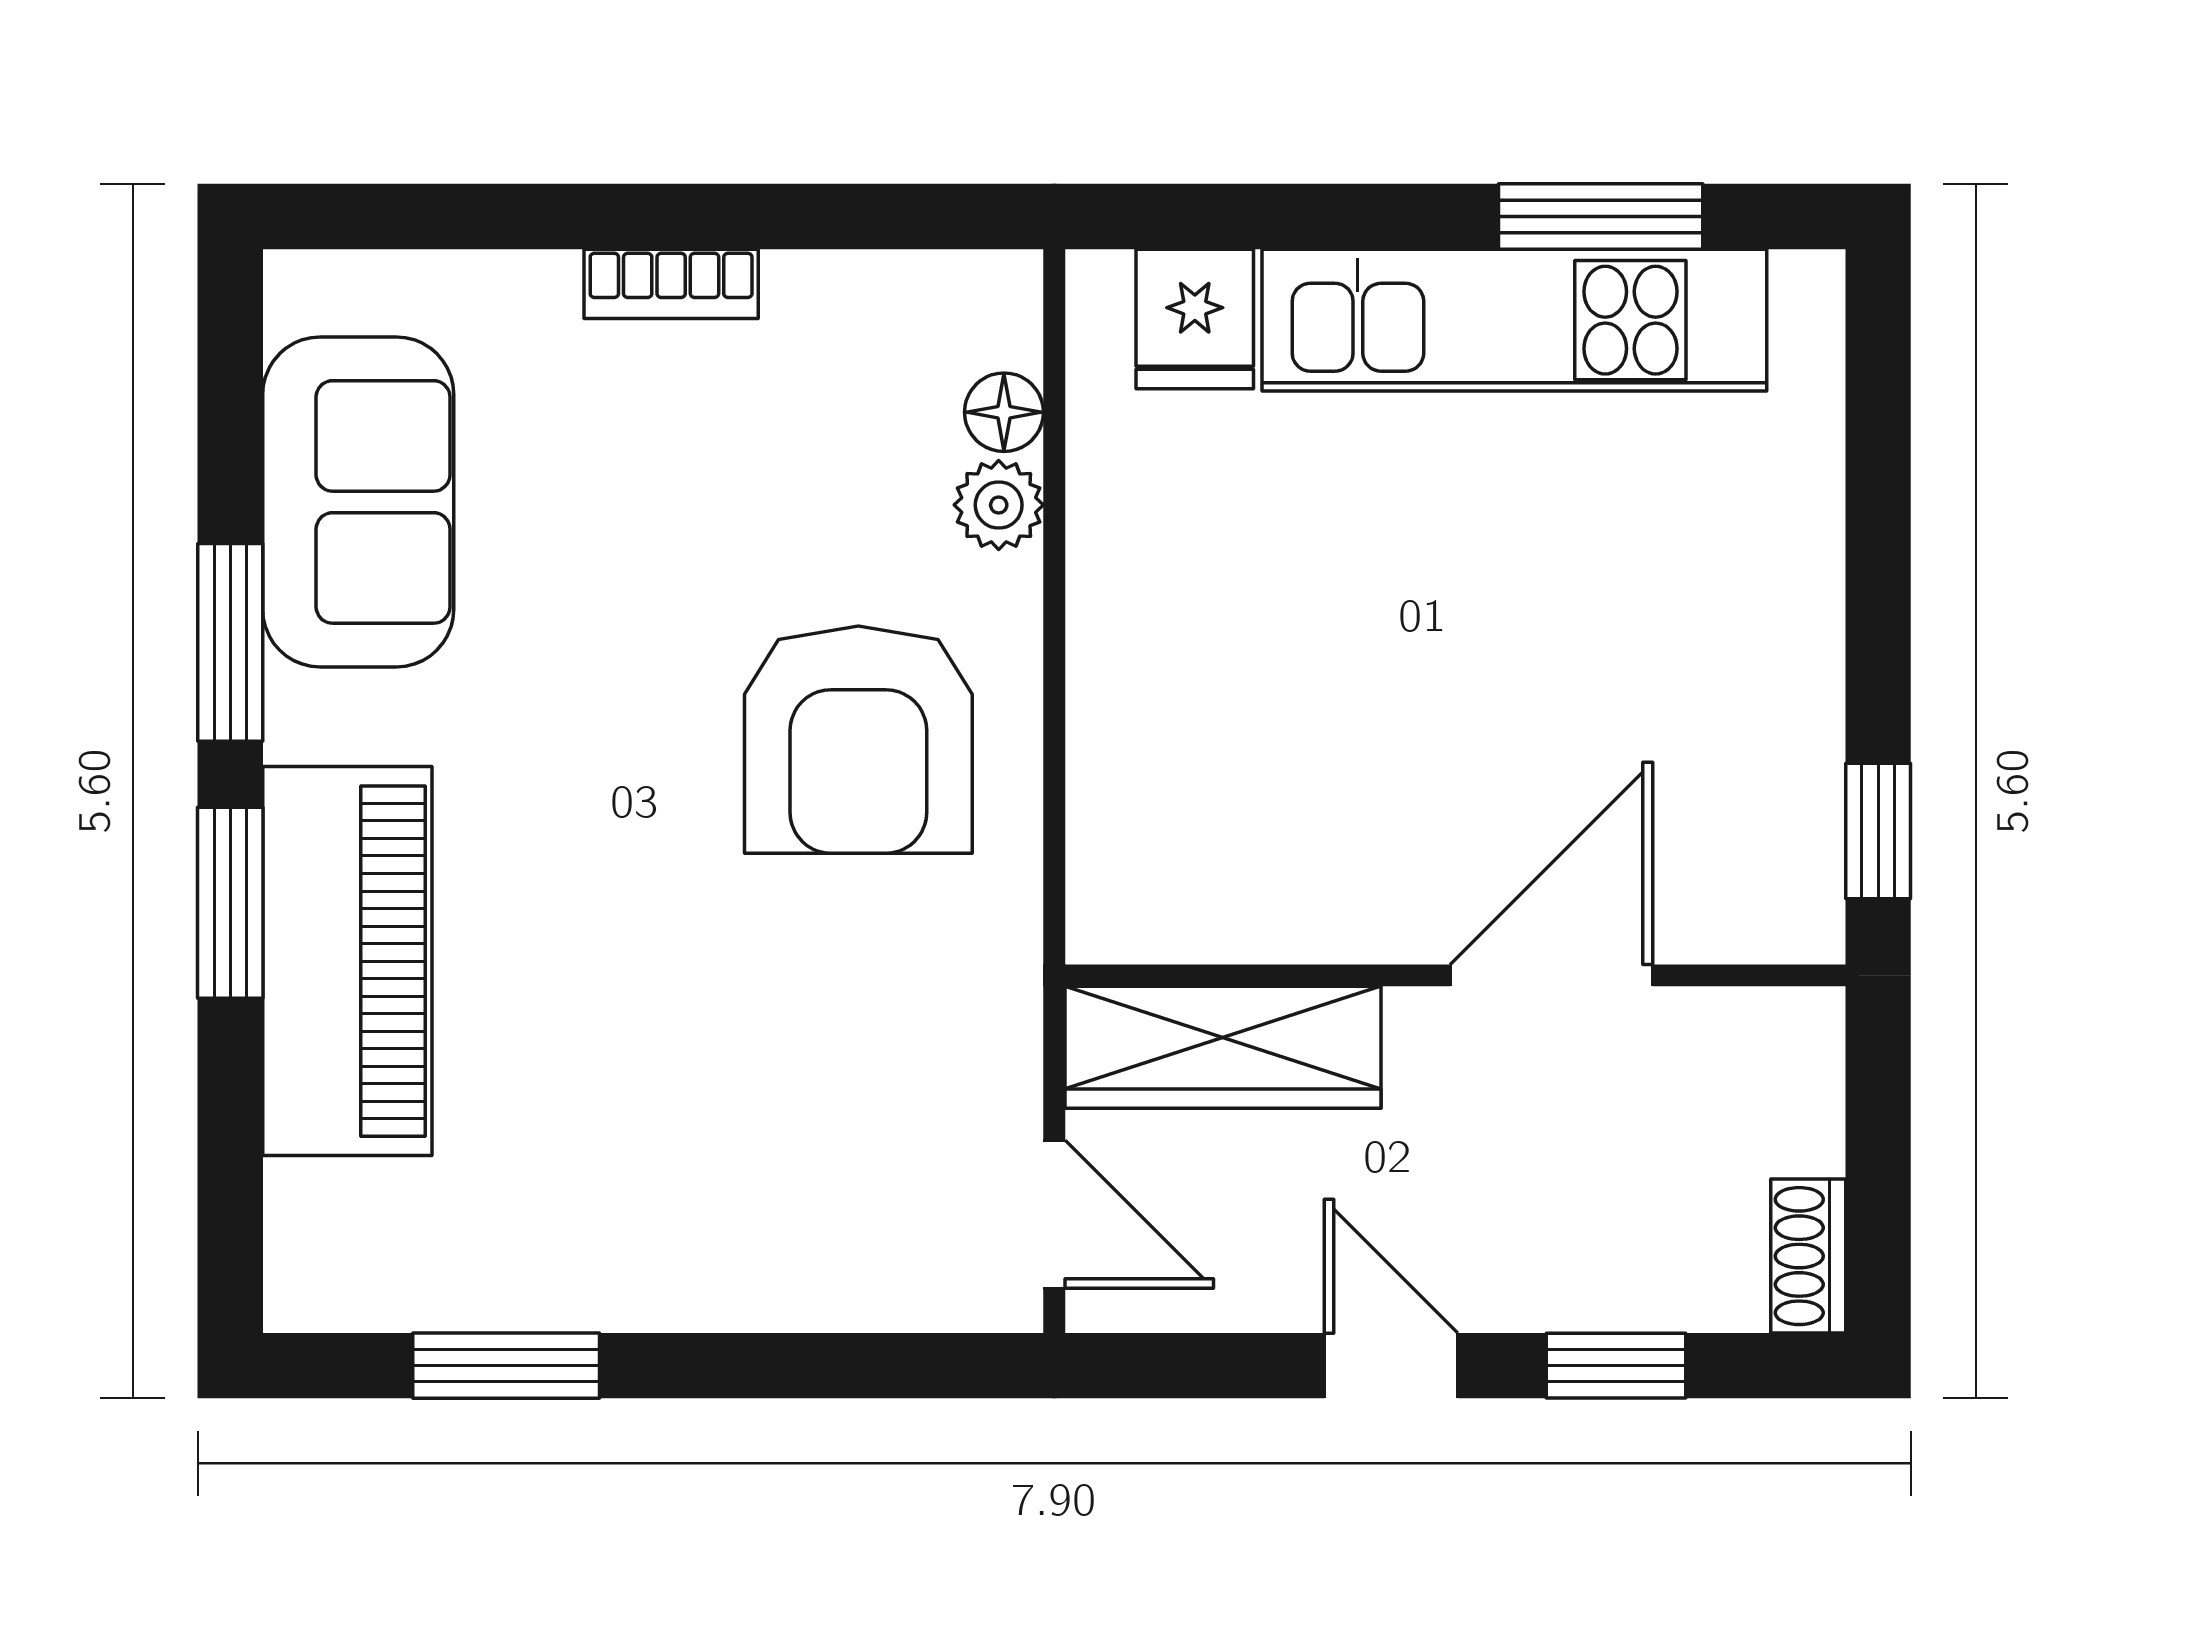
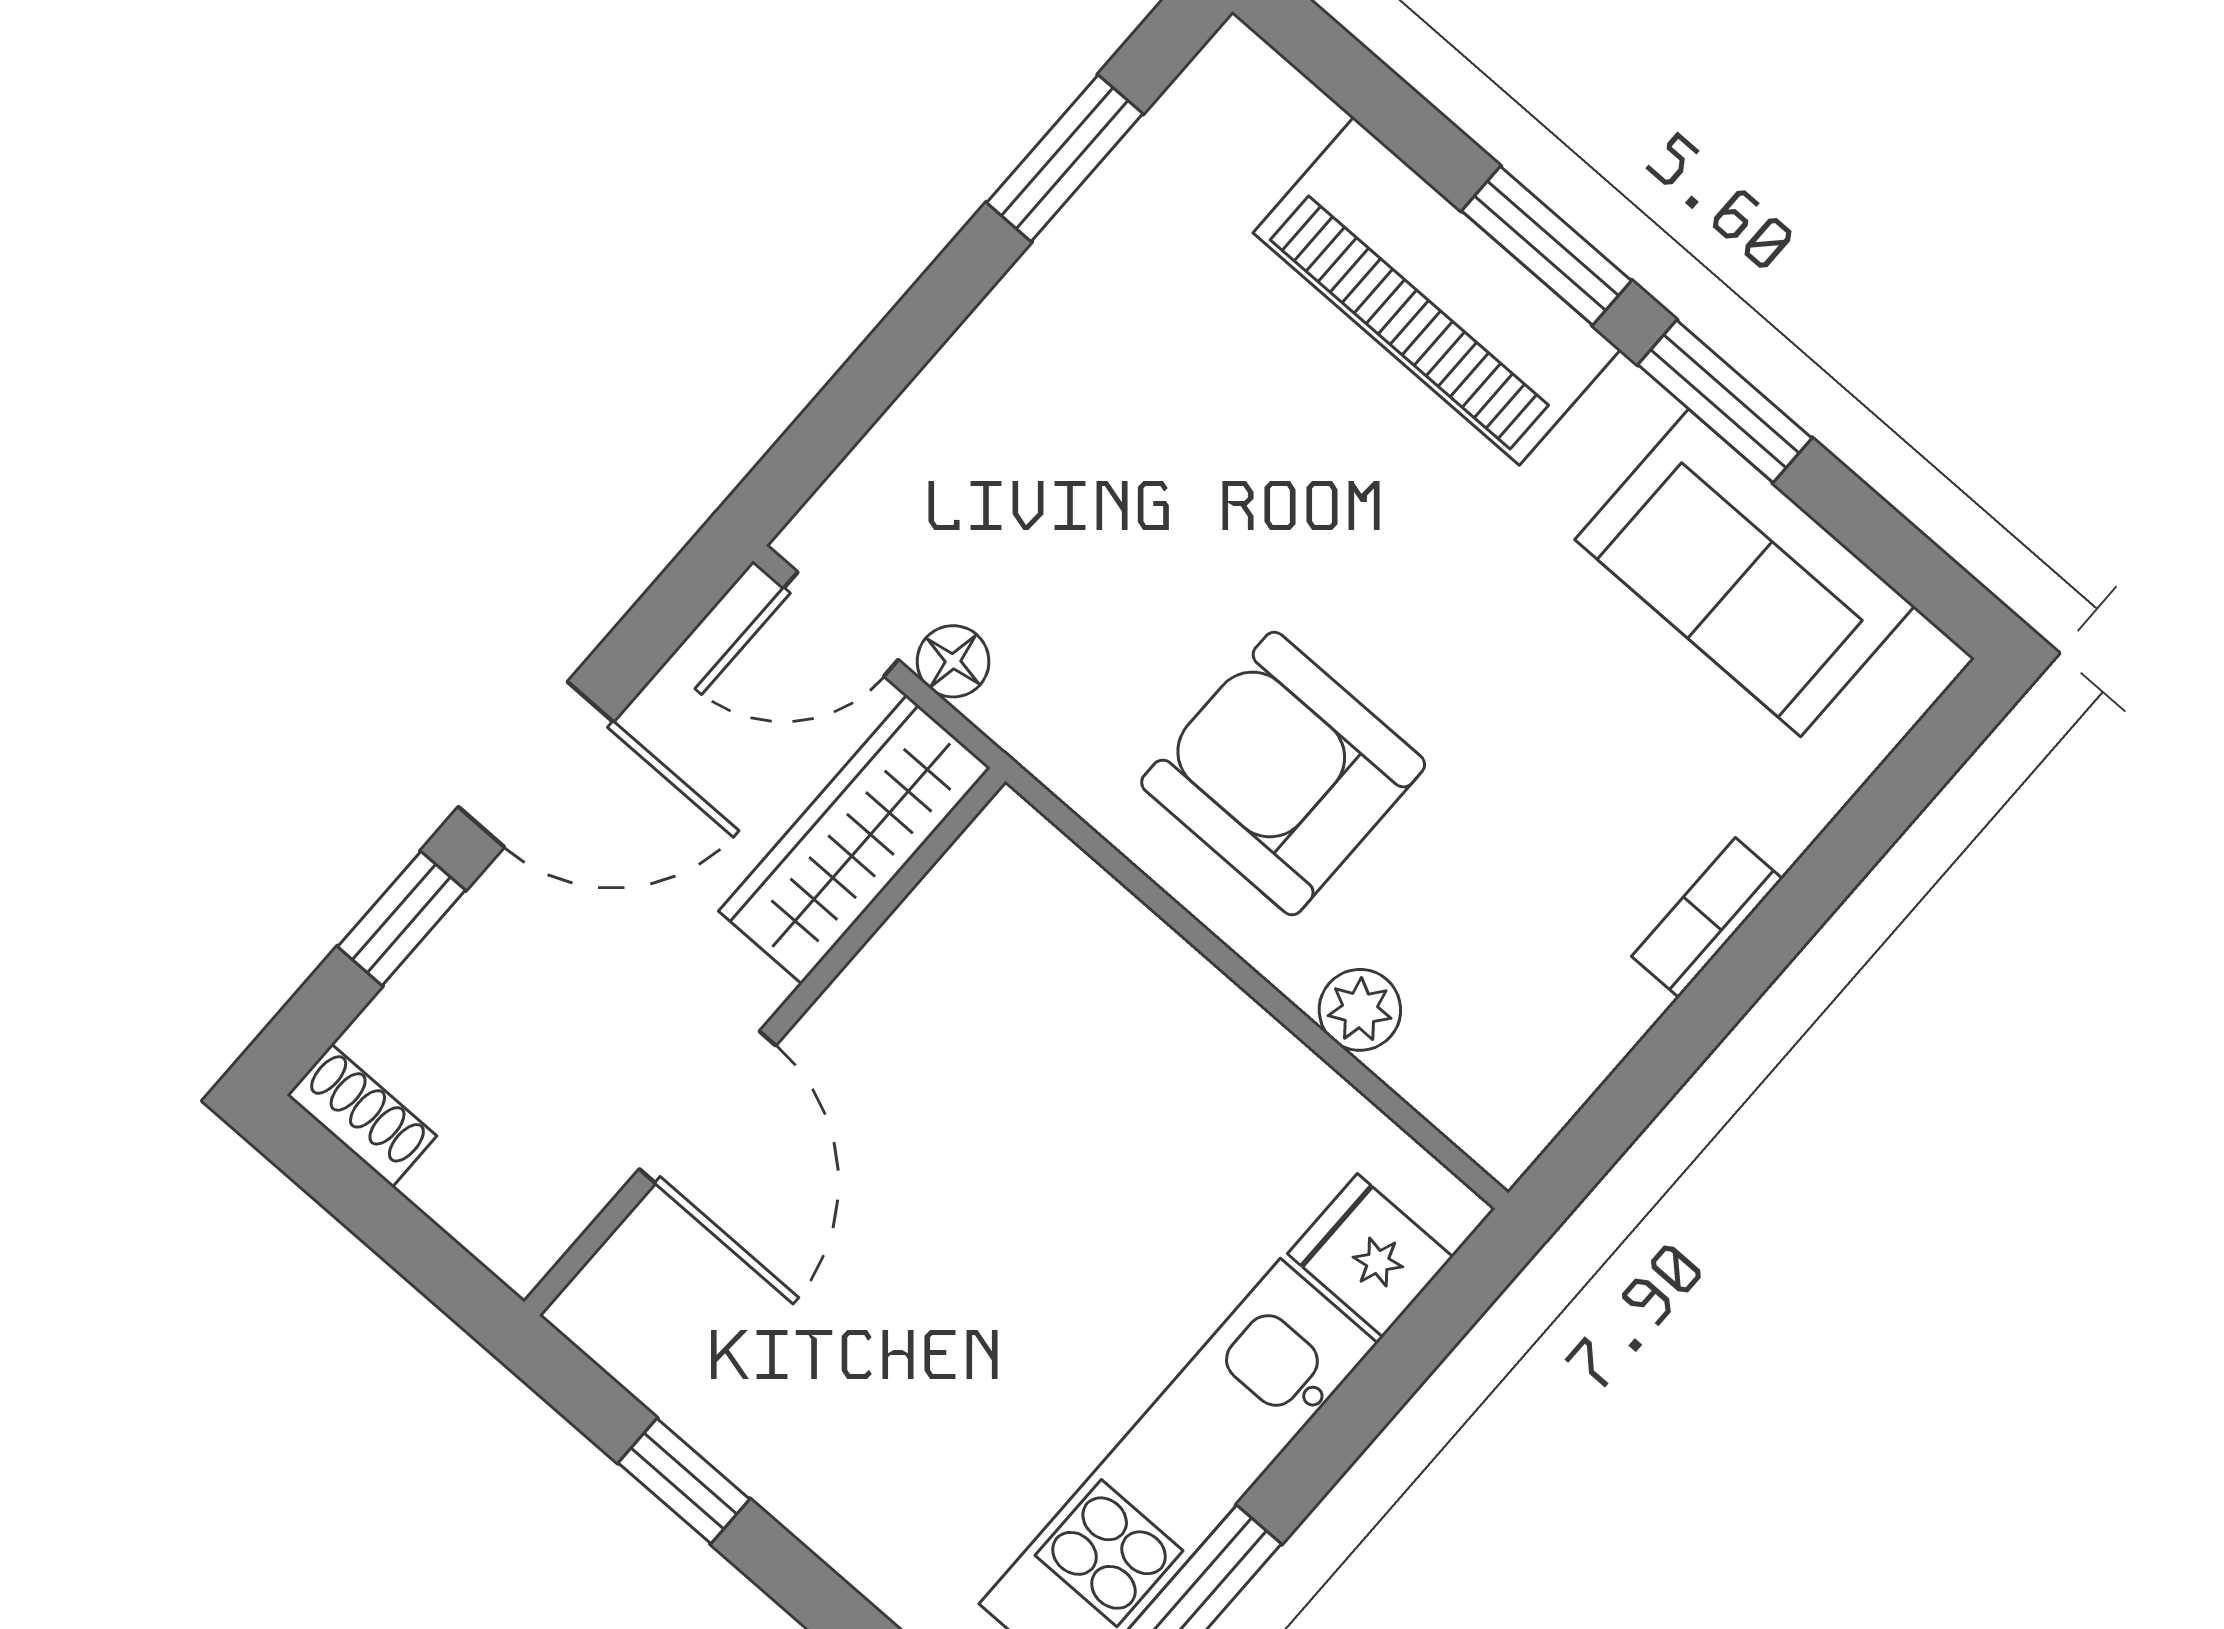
floor lamp: (1004, 412) -> (953, 661), moved
window: (1878, 831) -> (684, 1481), moved
door: (1391, 1366) -> (536, 764), width x1.38

